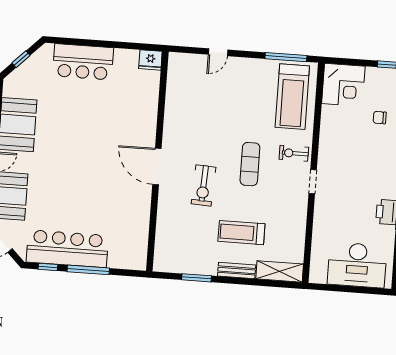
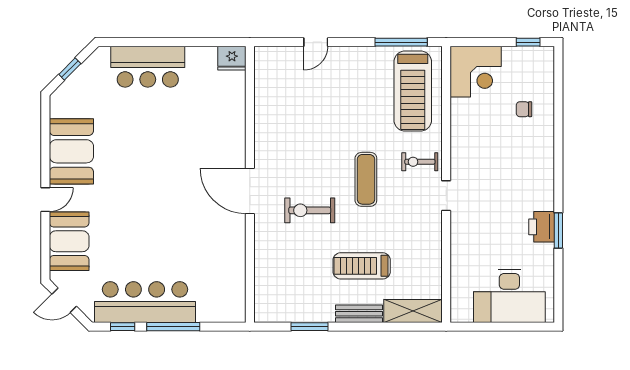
exercise bike: (203, 185) -> (310, 210), turned 87

